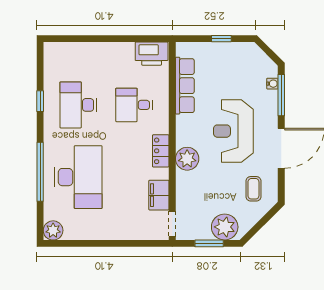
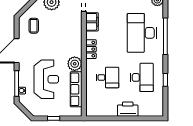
printer: (152, 54) -> (128, 109), moved
reception desk: (233, 131) -> (46, 79), moved
plant: (187, 159) -> (75, 64), moved

